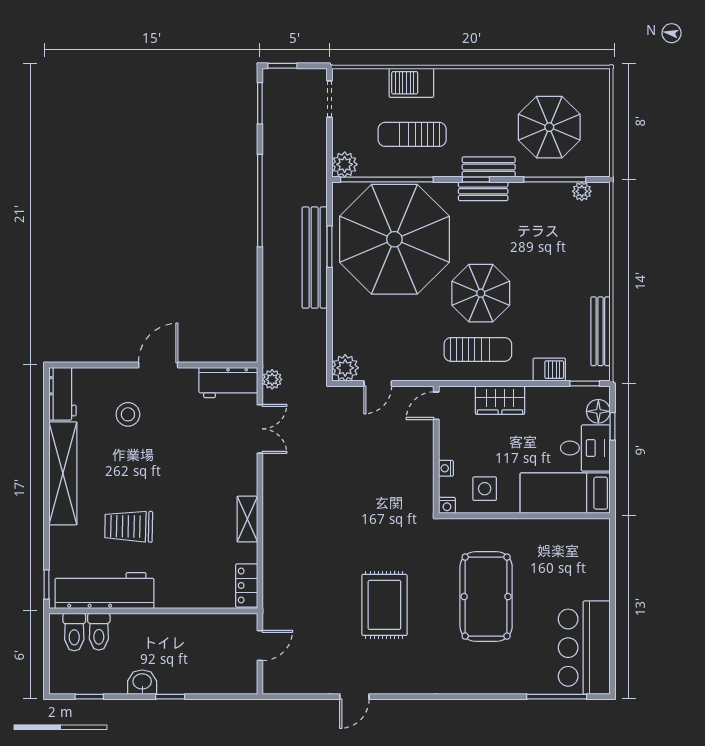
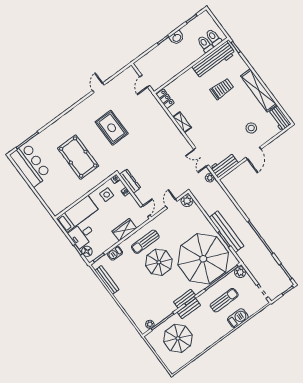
dresser: (423, 482) -> (130, 181), added

